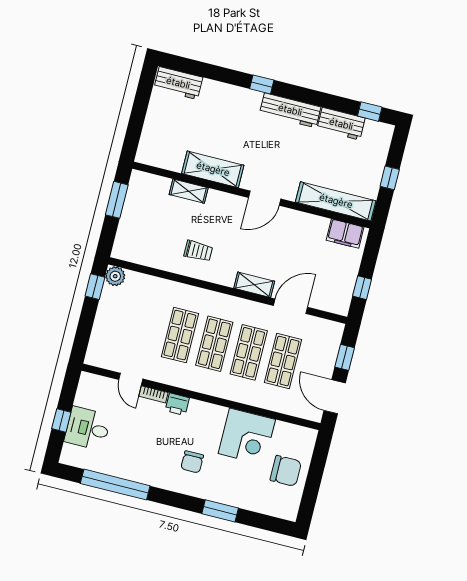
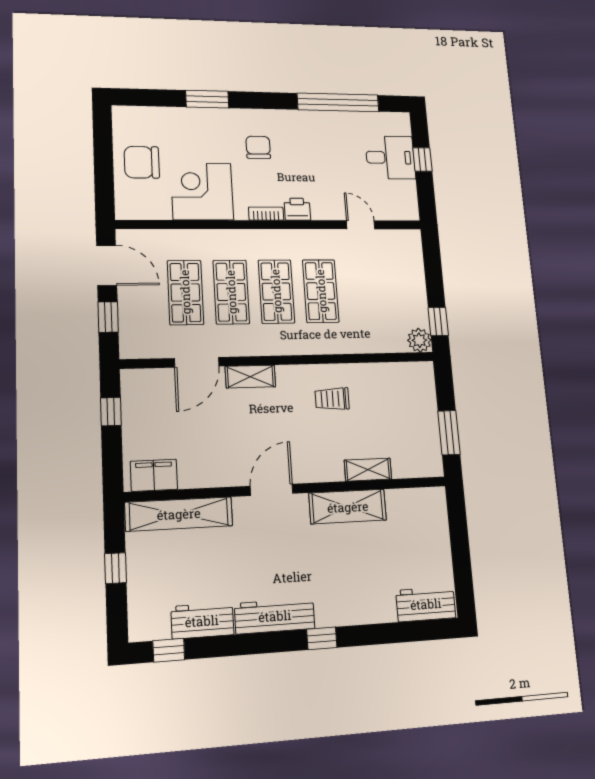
bookcase: (153, 394) -> (266, 214), moved

